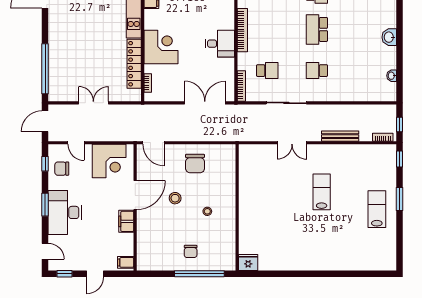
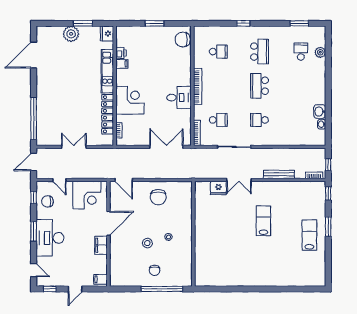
washbasin: (389, 37) -> (320, 111), moved
stool: (175, 198) -> (147, 243), moved
fridge: (248, 263) -> (218, 188), moved, turned 180

